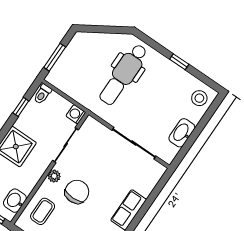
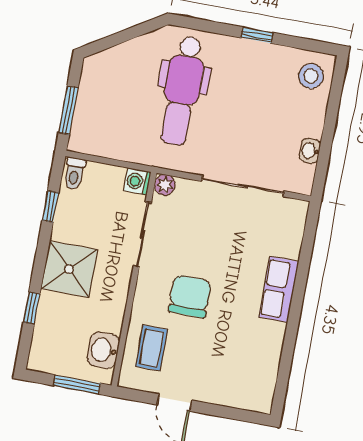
washbasin: (182, 133) -> (310, 151), width x0.52, depth x0.69
plant: (54, 176) -> (165, 185), moved

